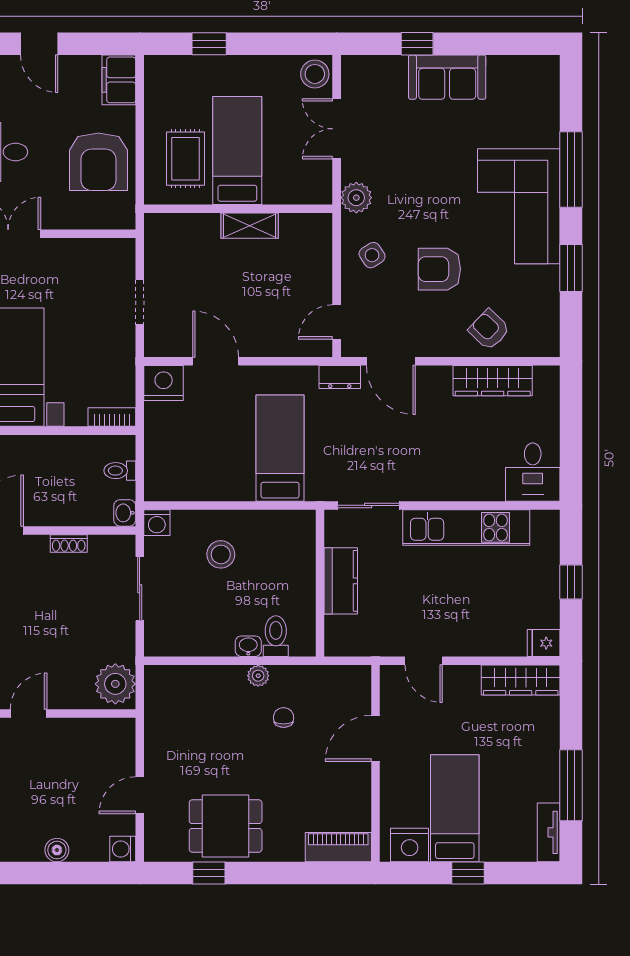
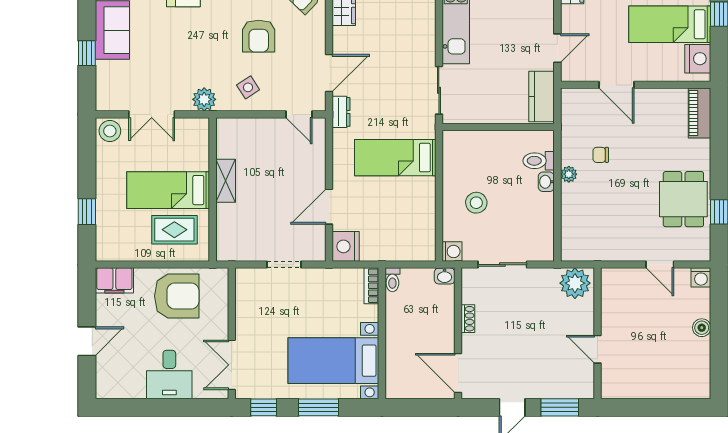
toilet: (120, 471) -> (392, 280), moved
kitchen counter: (341, 581) -> (542, 97), moved, turned -90

